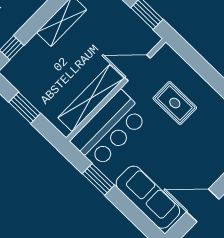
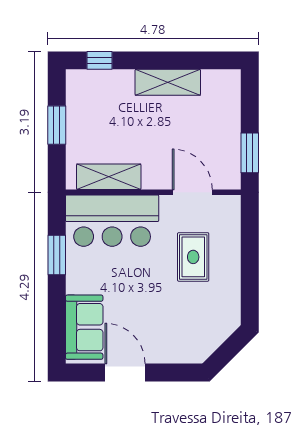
shelving: (91, 98) -> (109, 177), width x0.68
sofa: (148, 197) -> (84, 327), width x0.73

